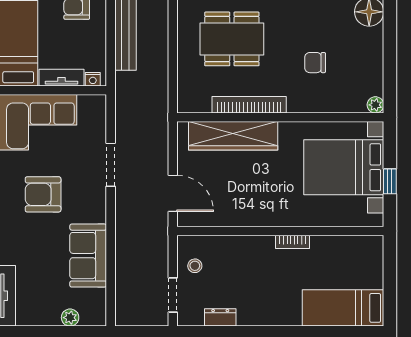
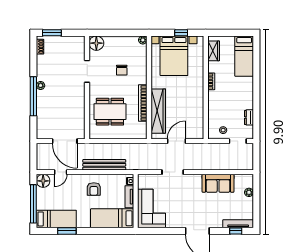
dining table: (232, 39) -> (110, 112), turned 90
door: (173, 193) -> (176, 141), moved
armchair: (43, 194) -> (187, 206), removed
wardrobe: (354, 247) -> (214, 51), added

